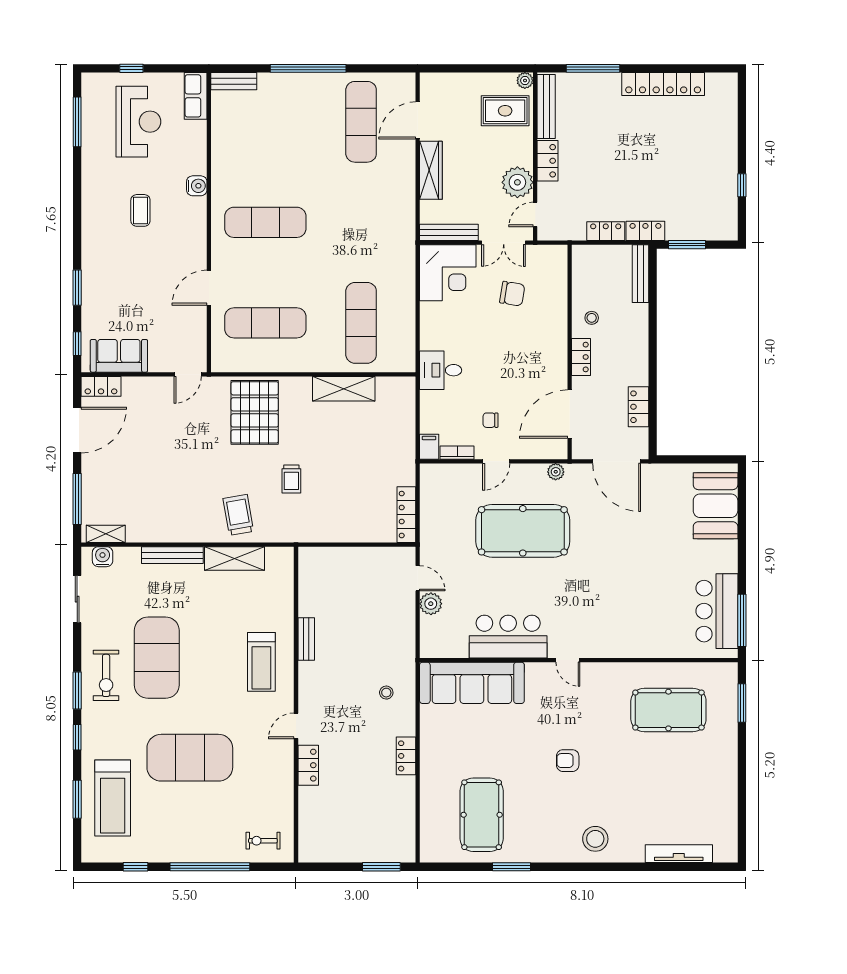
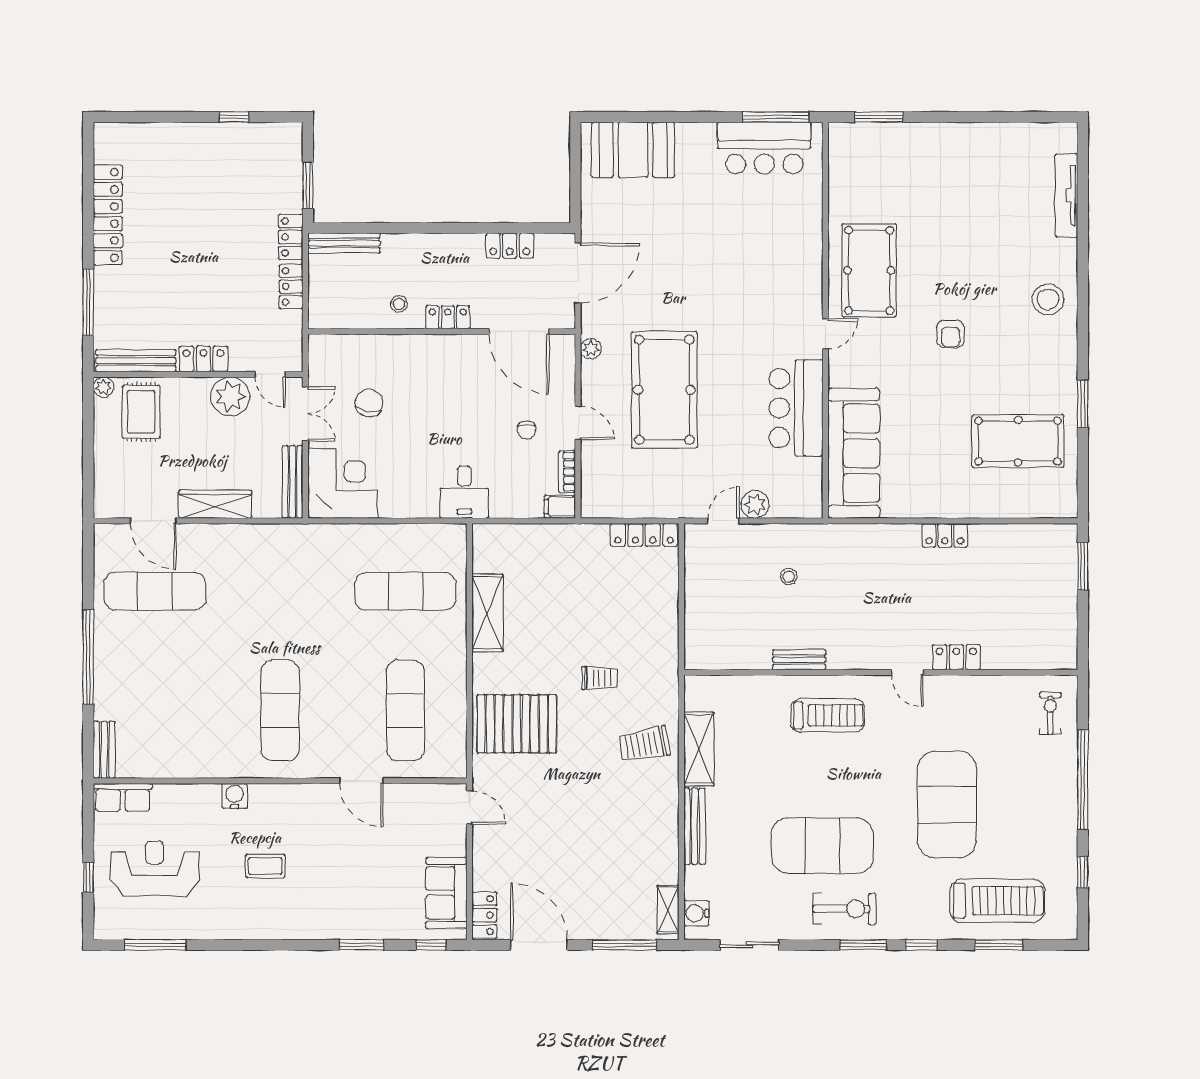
stool: (386, 693) -> (789, 576), moved
pool table: (668, 710) -> (869, 270), moved
exercise bike: (263, 841) -> (1050, 713), turned 180

